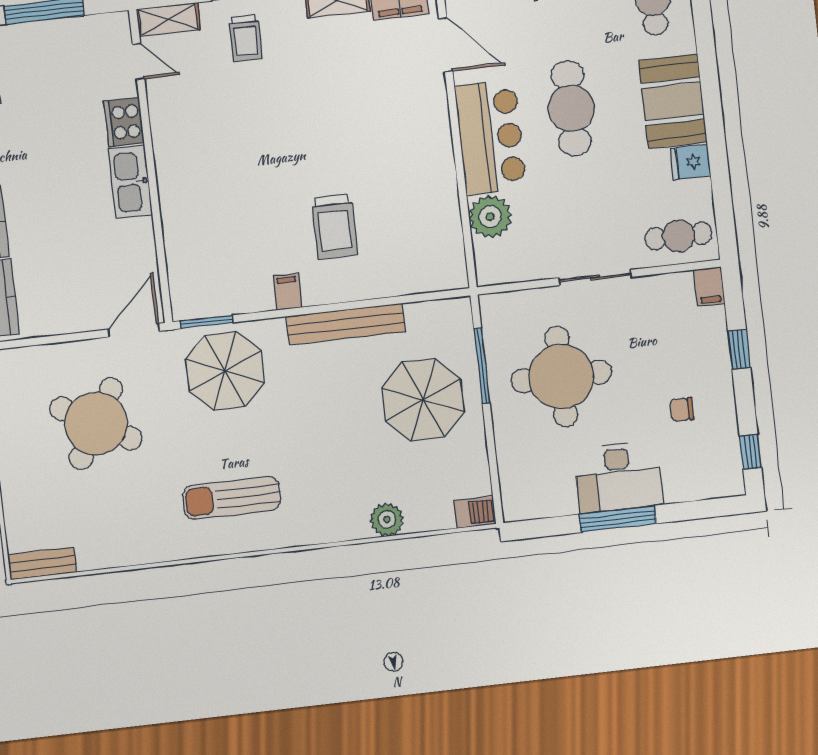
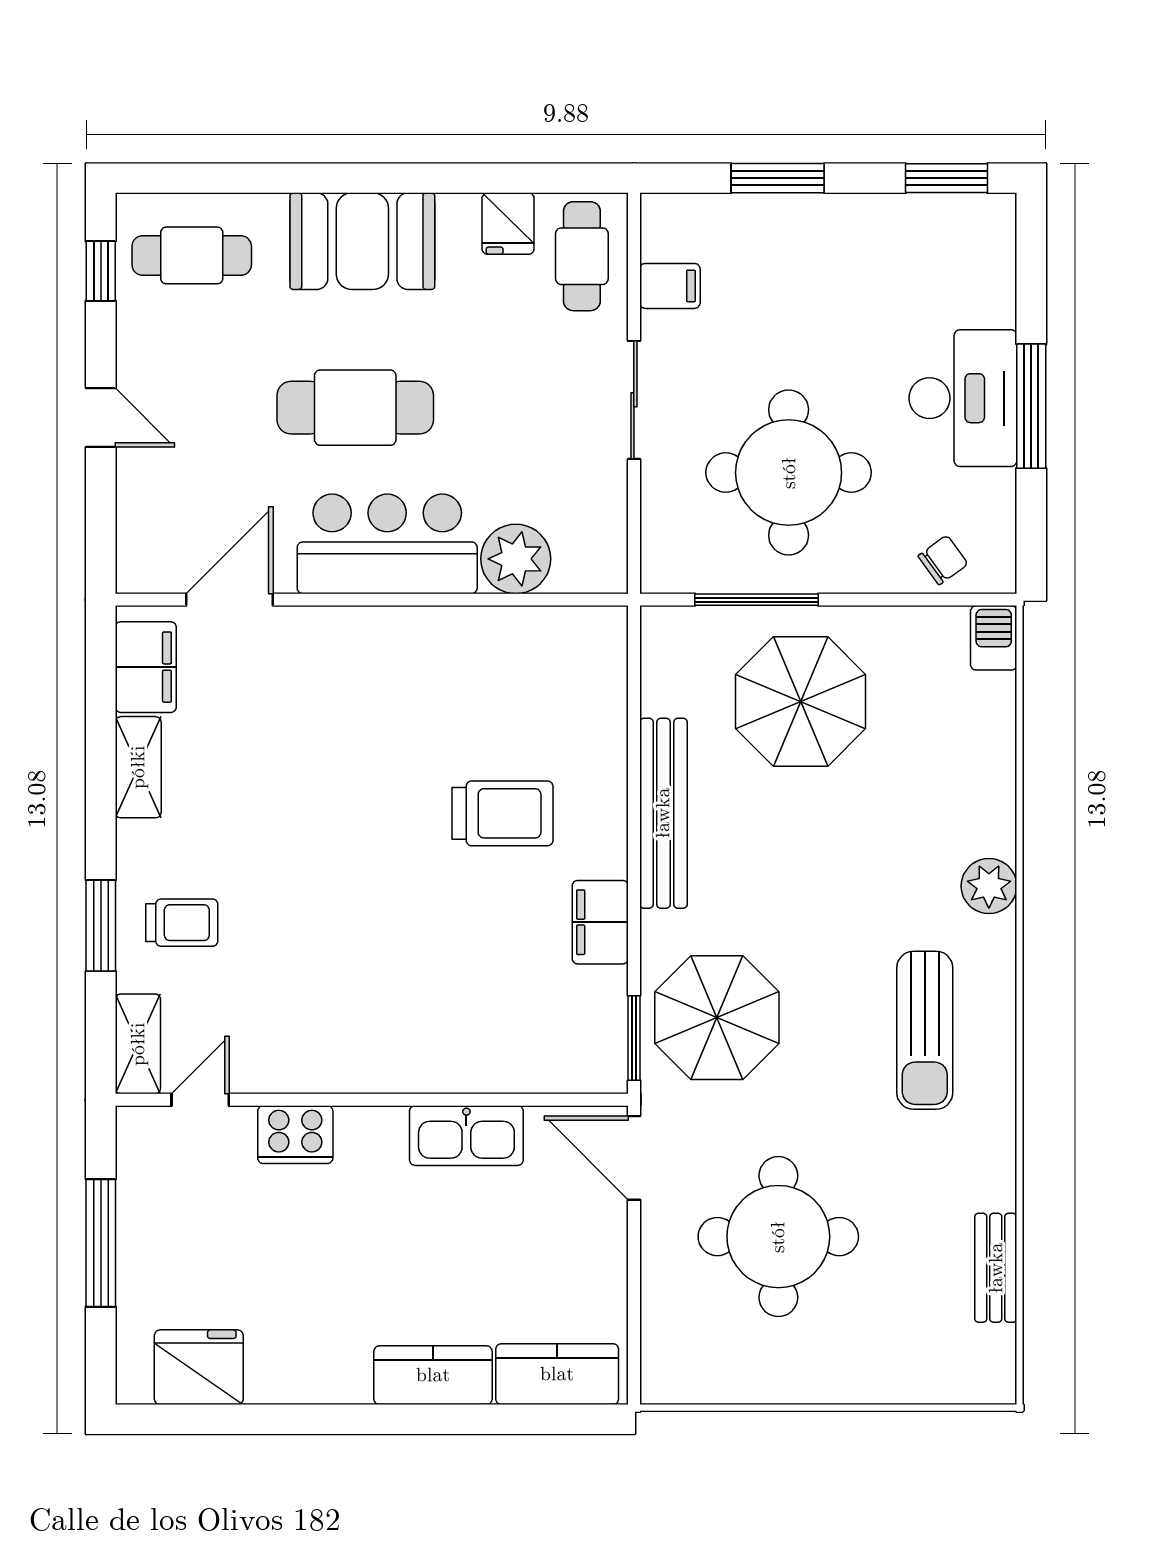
fridge: (690, 162) -> (508, 224), moved
kitchen sink: (130, 182) -> (466, 1136), moved
filing cabinet: (709, 287) -> (670, 286), moved
filing cabinet: (288, 292) -> (600, 922), width x2.00
window: (739, 349) -> (778, 178), width x1.50
chair: (682, 409) -> (943, 560), moved, turned -126
round table: (96, 423) -> (778, 1237), turned -30
window: (750, 452) -> (947, 178), width x1.50
plant: (387, 520) -> (989, 886), moved
bench: (42, 563) -> (996, 1268), moved

